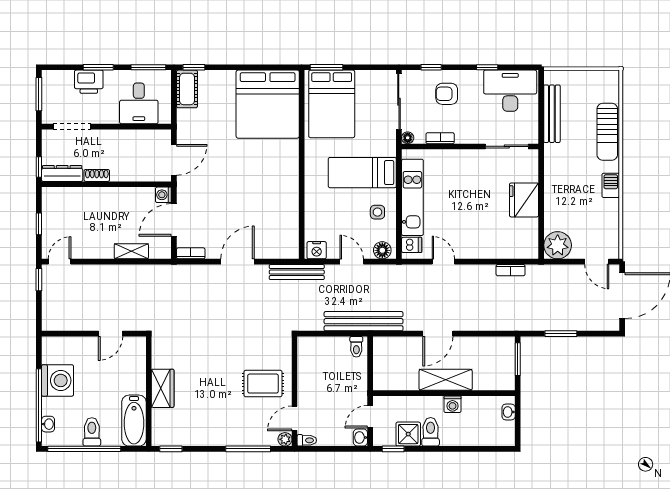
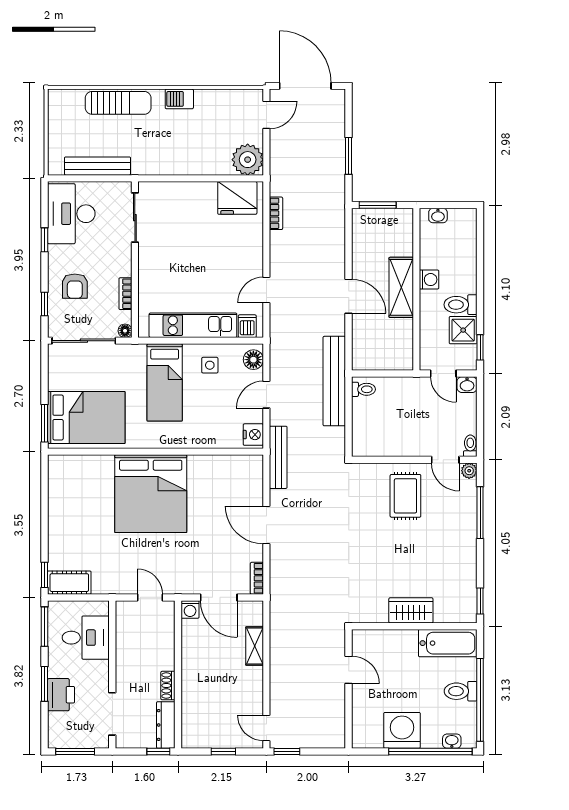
bed: (268, 104) -> (151, 494), moved, turned 90
door: (174, 160) -> (150, 597), width x0.73
fridge: (524, 200) -> (237, 198), moved

